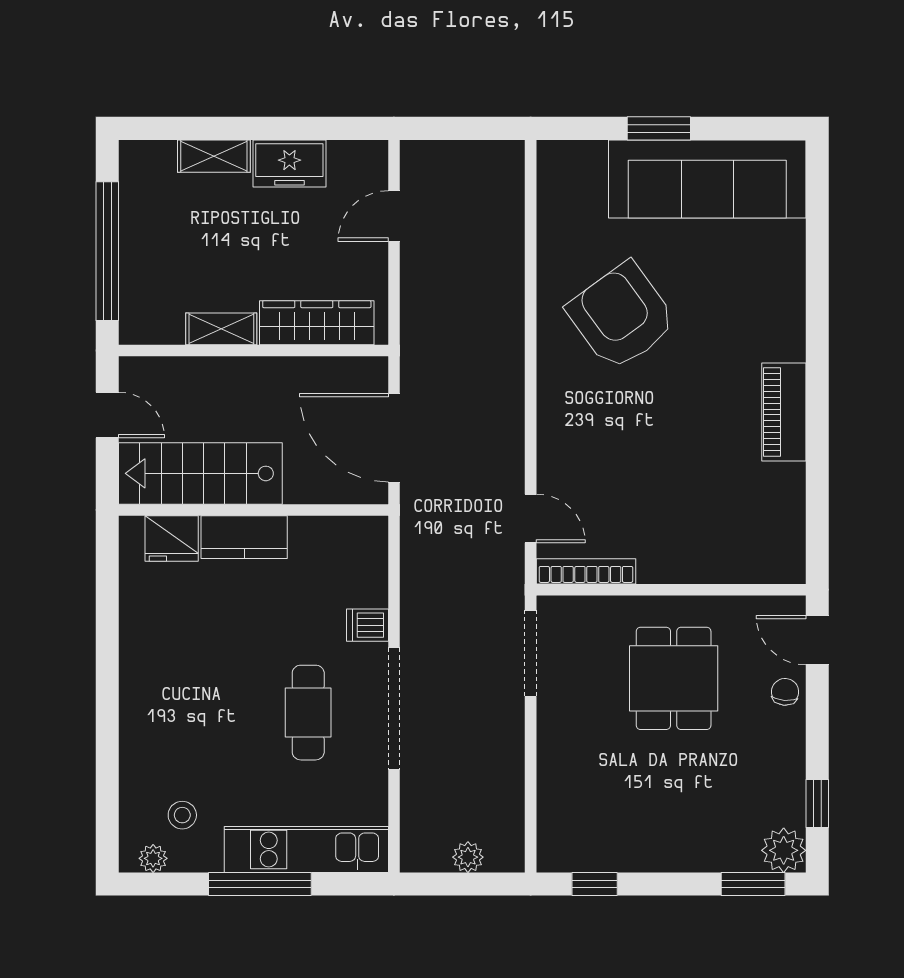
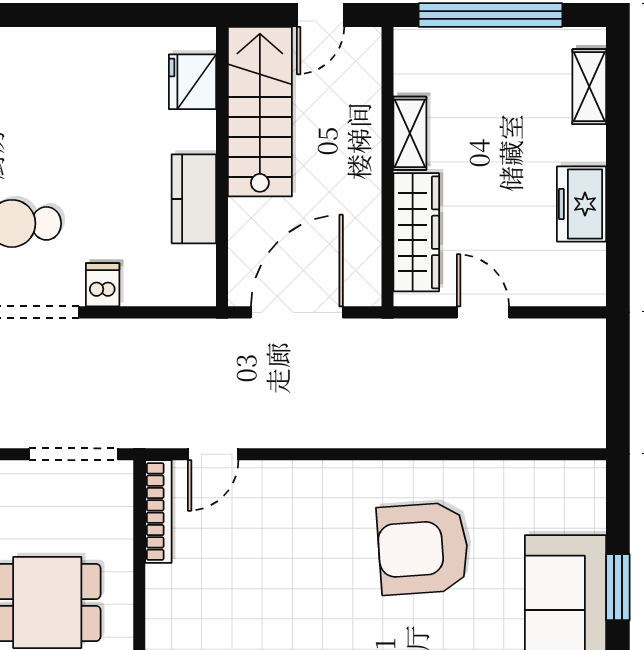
shelving: (214, 156) -> (589, 87), moved
door: (394, 216) -> (483, 312), moved
armchair: (622, 316) -> (423, 549), turned -148
kitchen counter: (244, 537) -> (194, 199), moved

